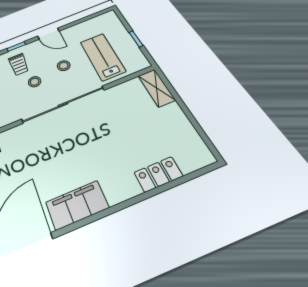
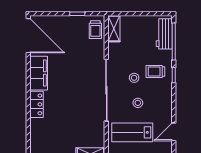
door: (48, 34) -> (174, 132), moved
lab bench: (102, 56) -> (132, 132), turned 180
locker: (158, 174) -> (37, 104), moved

